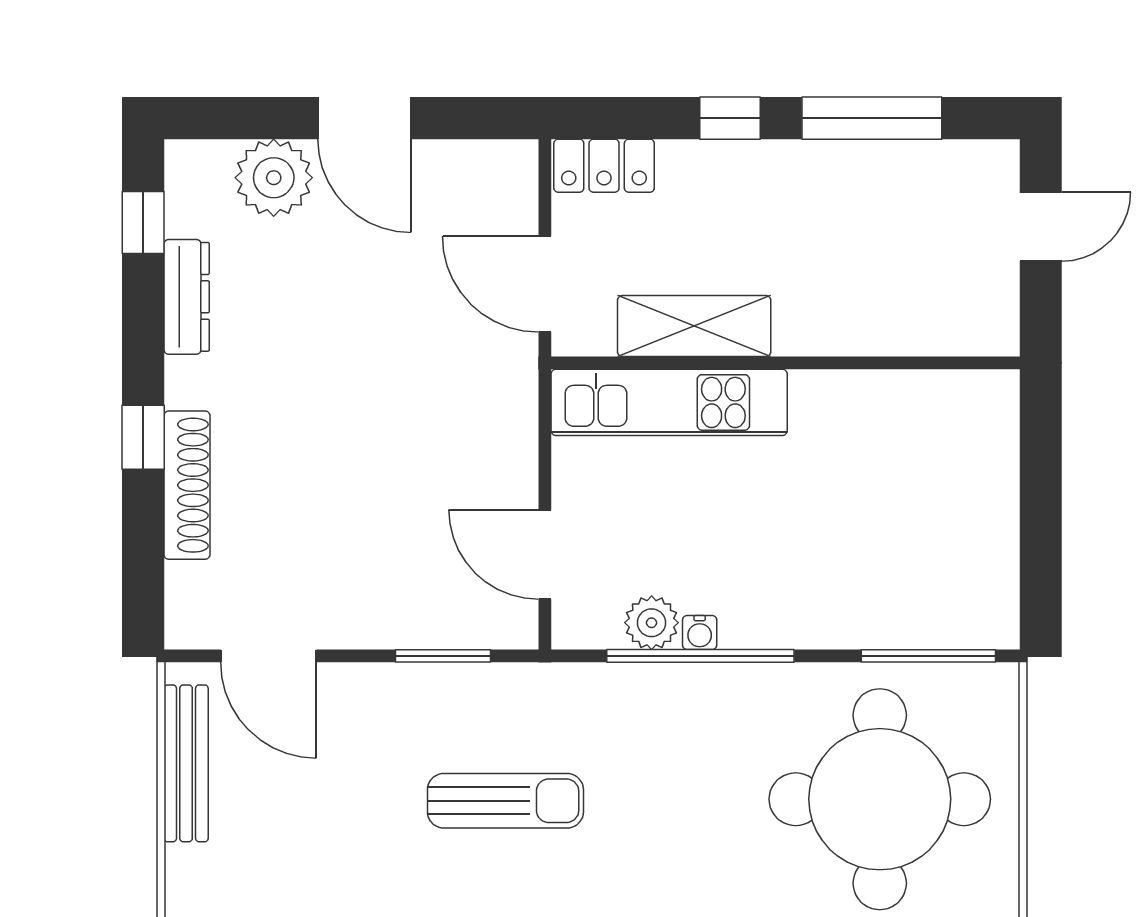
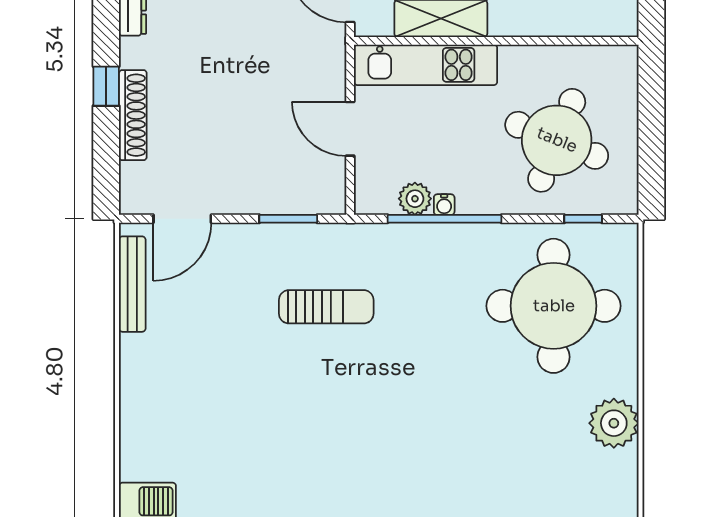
round table: (885, 527) -> (557, 140), added
door: (545, 554) -> (350, 129), moved
door: (268, 656) -> (182, 219), hinge flipped
window: (928, 656) -> (583, 219), width x0.46

